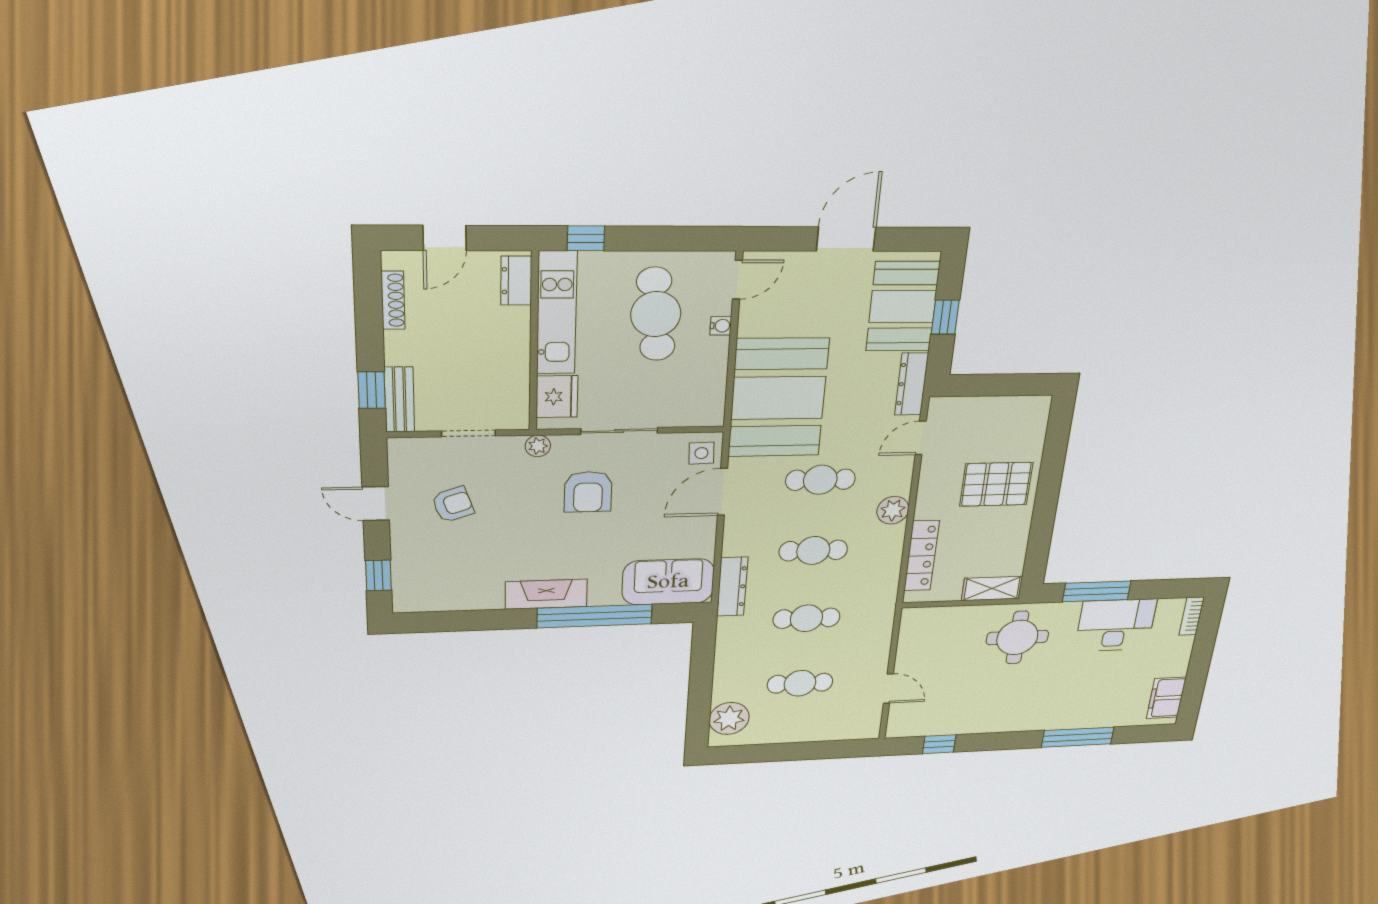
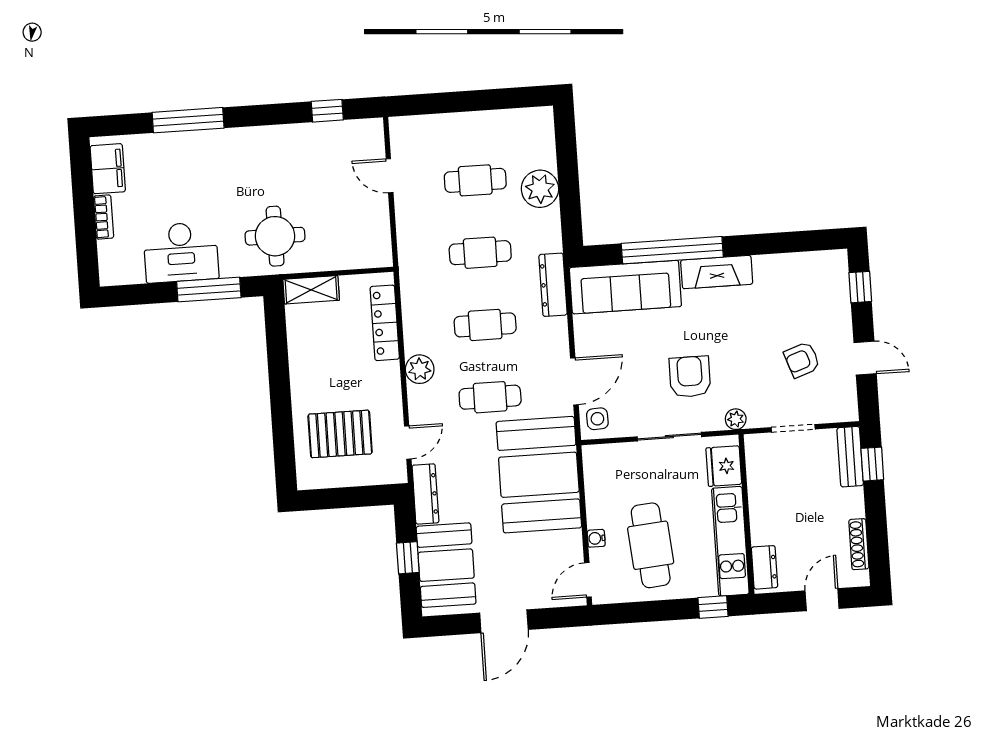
pallet: (996, 484) -> (340, 434), moved
sofa: (668, 582) -> (625, 287), width x1.36
bookcase: (1192, 616) -> (104, 217), moved
plant: (729, 718) -> (540, 189), moved

